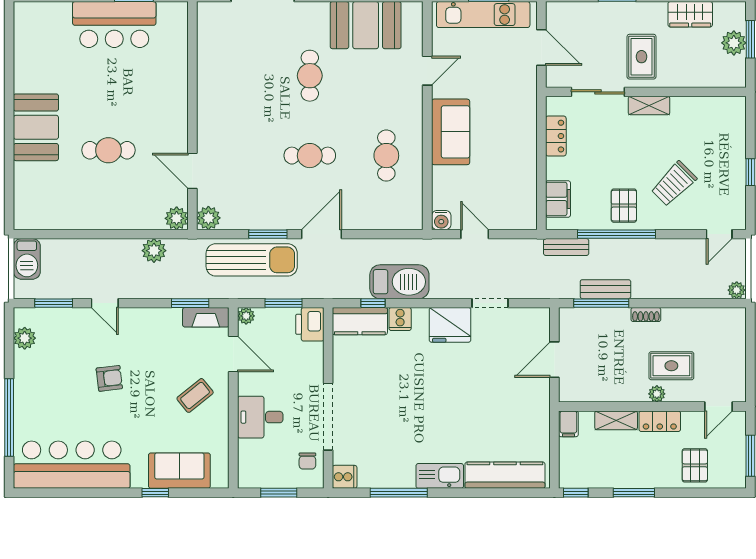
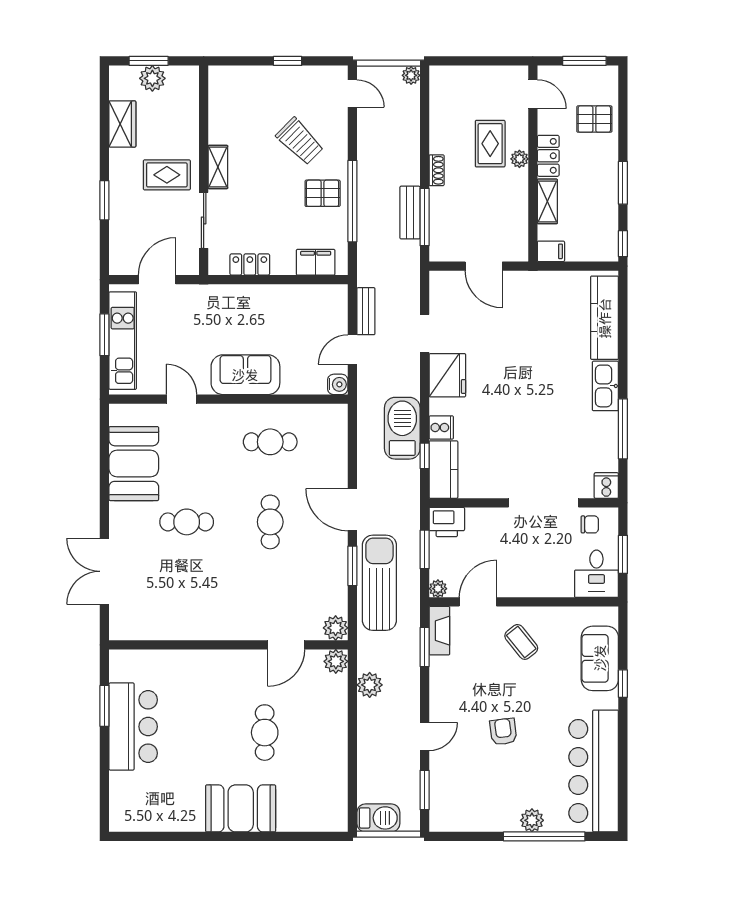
bench: (566, 247) -> (366, 311), moved
plant: (25, 338) -> (532, 820), moved
desk: (260, 417) -> (596, 574), moved

